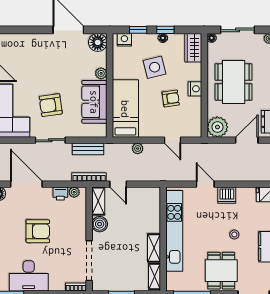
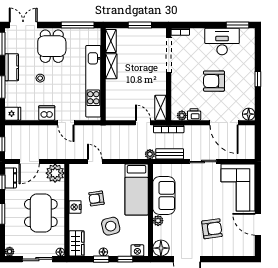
armchair: (51, 105) -> (212, 229), moved
plant: (138, 149) -> (150, 154), moved
boiler: (100, 224) -> (159, 87), removed

